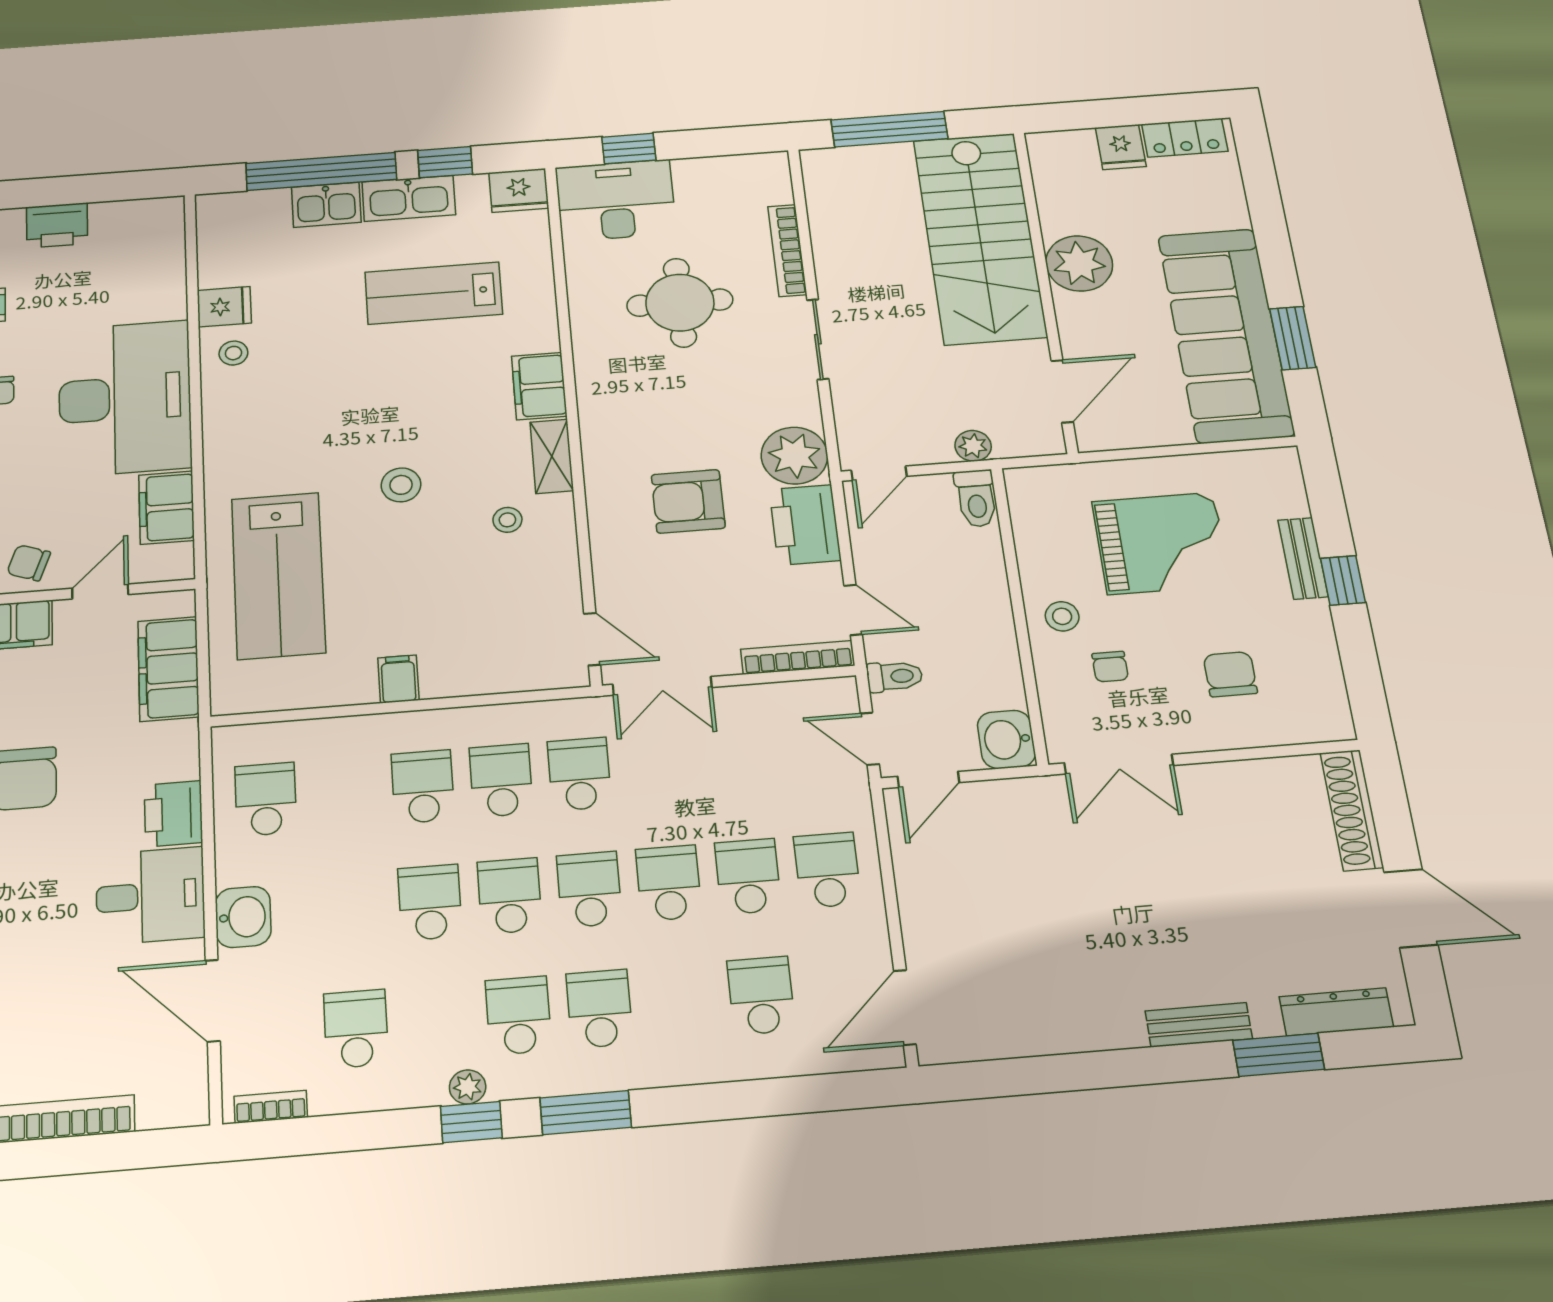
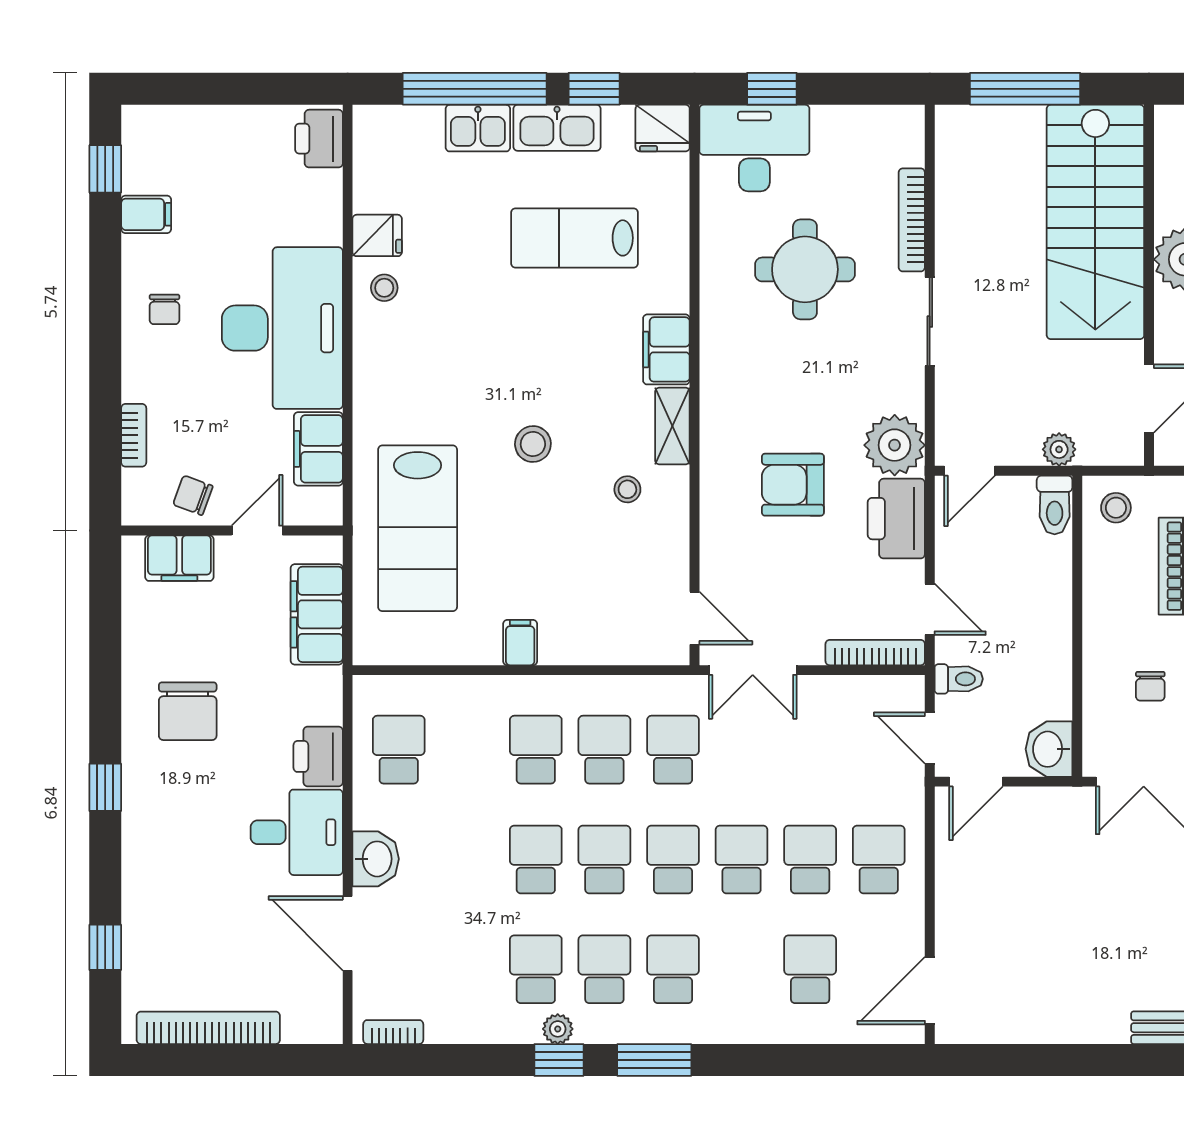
printer: (57, 225) -> (319, 139), moved, turned 90
stool: (1062, 616) -> (1116, 508), moved
school desk: (356, 1029) -> (536, 969), moved

